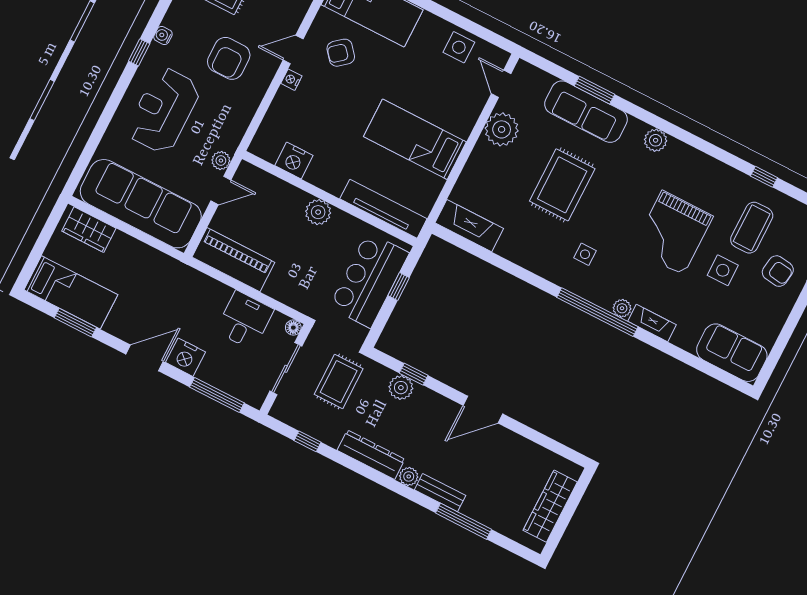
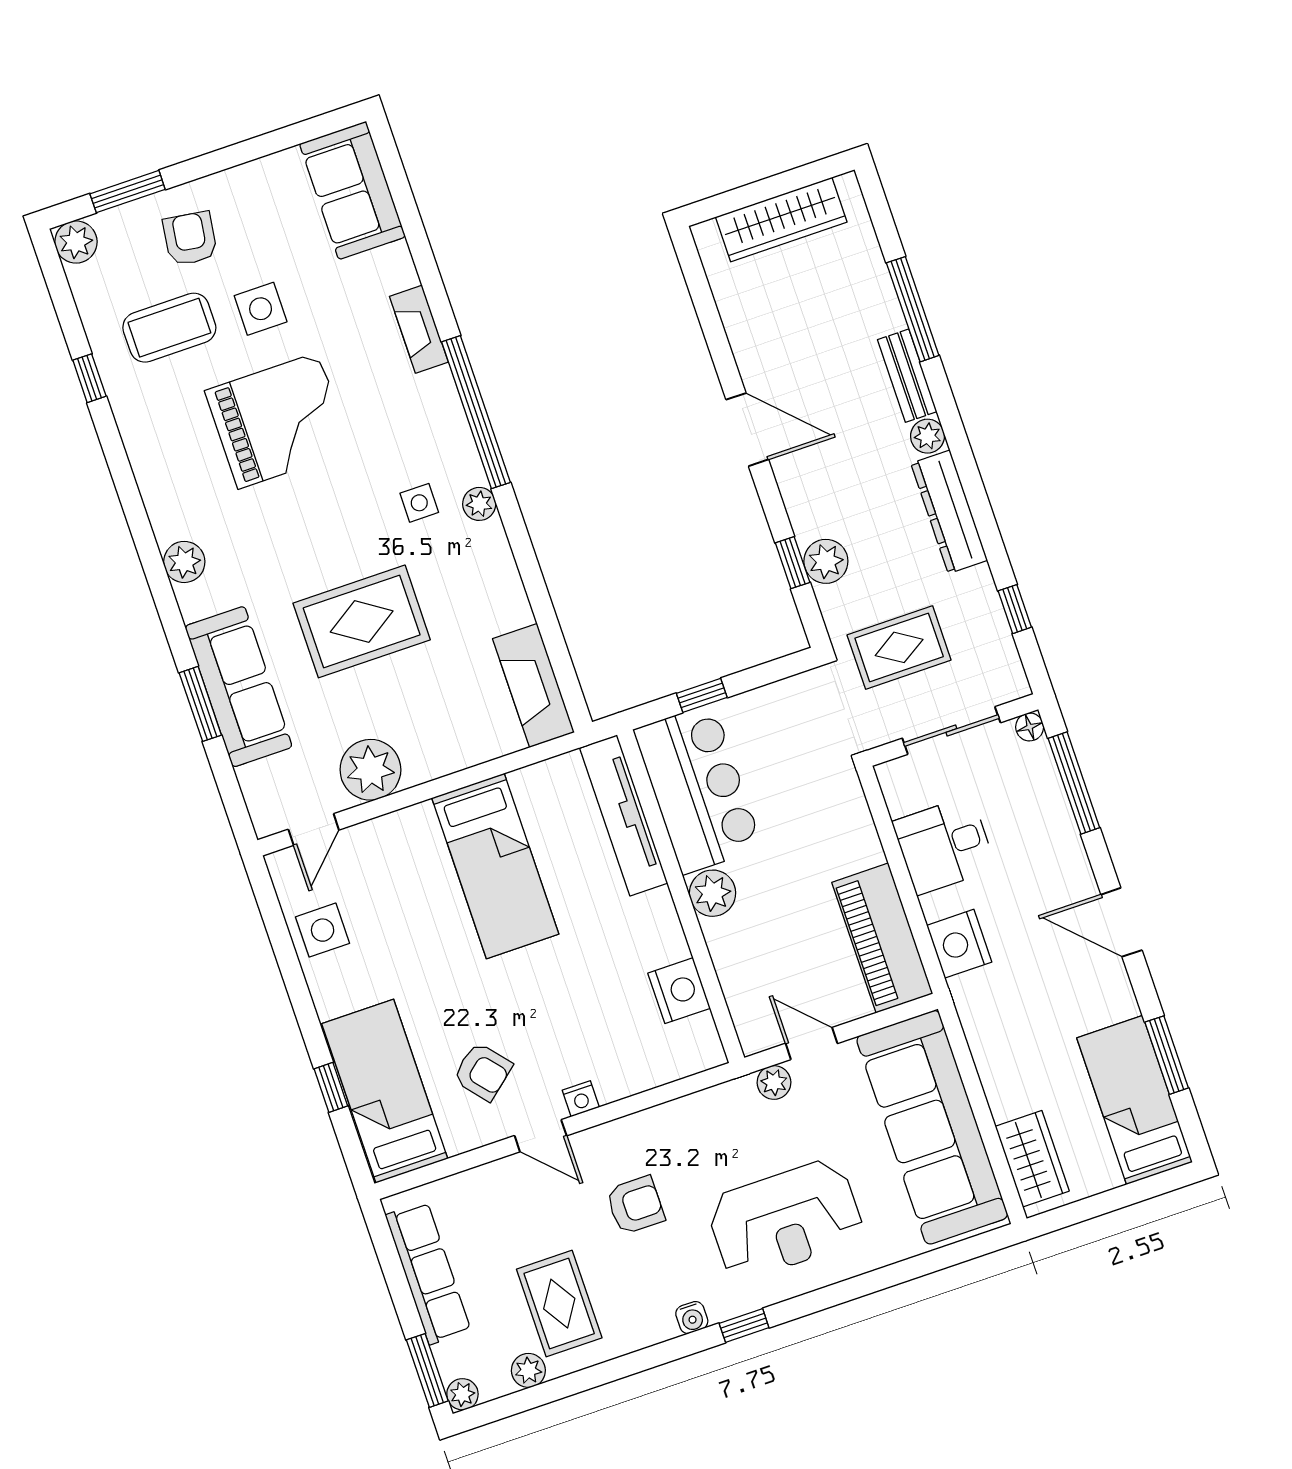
armchair: (229, 58) -> (635, 1205), width x0.72, depth x0.72
bar counter: (369, 280) -> (698, 789), moved, turned -90
plant: (622, 308) -> (479, 504), moved
floor lamp: (293, 328) -> (1030, 727), moved
nightstand: (185, 357) -> (959, 944), moved, turned 180

